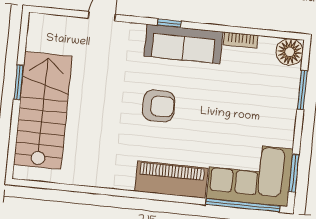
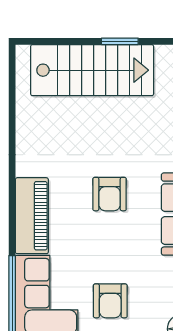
armchair: (257, 115) -> (110, 301), added

